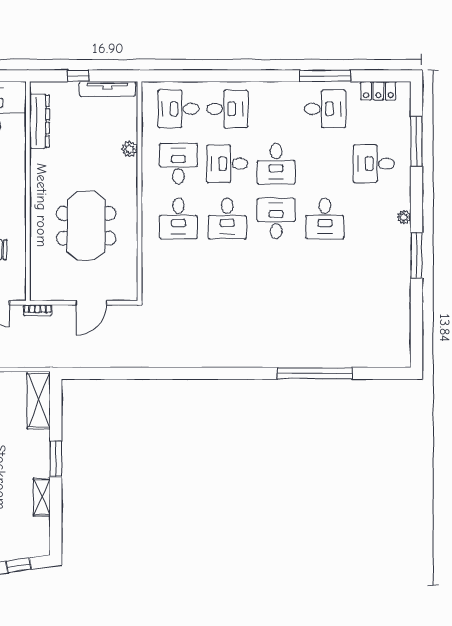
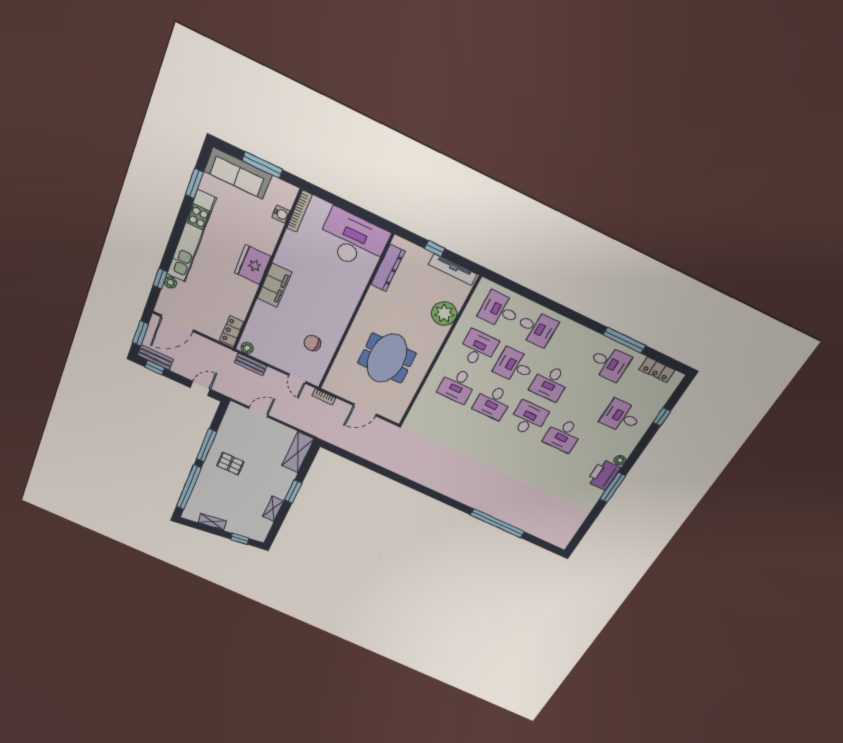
window: (416, 141) -> (662, 417), width x0.46
plant: (130, 149) -> (444, 314), width x1.87, depth x1.87
printer: (397, 245) -> (604, 475), added

